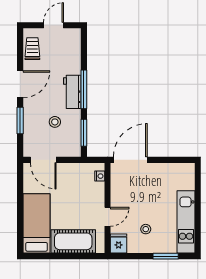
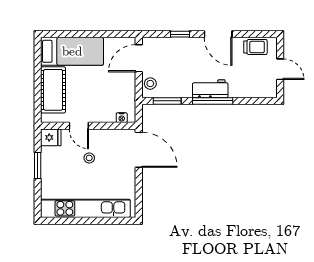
window: (20, 121) -> (180, 34), width x0.67
stool: (55, 122) -> (150, 84), moved
kitchen unit: (186, 222) -> (85, 208), width x1.36
stool: (146, 229) -> (89, 158), moved
window: (166, 256) -> (38, 165), moved

